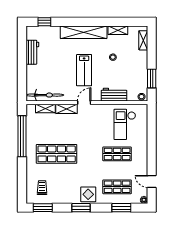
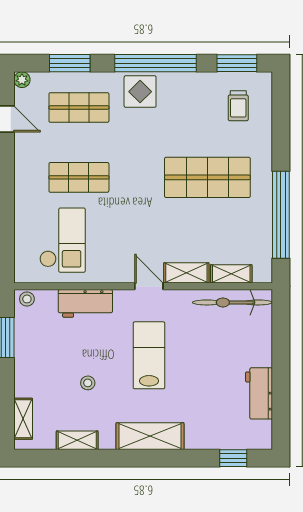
shelving: (84, 32) -> (150, 436), width x0.68
door: (84, 103) -> (149, 286), swing flipped
window: (81, 208) -> (156, 63), width x2.11

